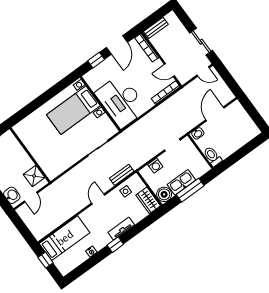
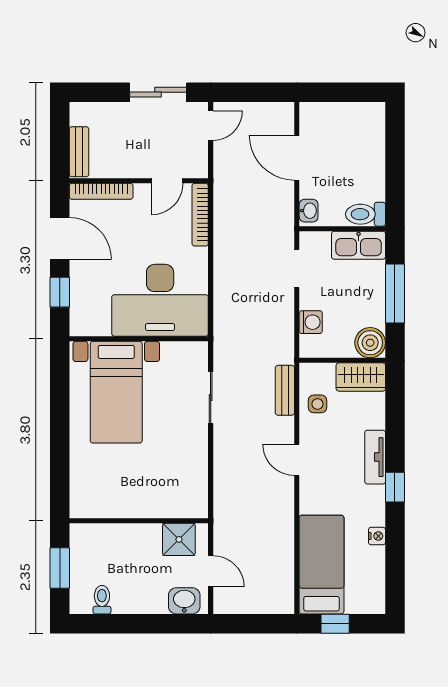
kitchen sink: (181, 182) -> (359, 245), moved, turned -90

